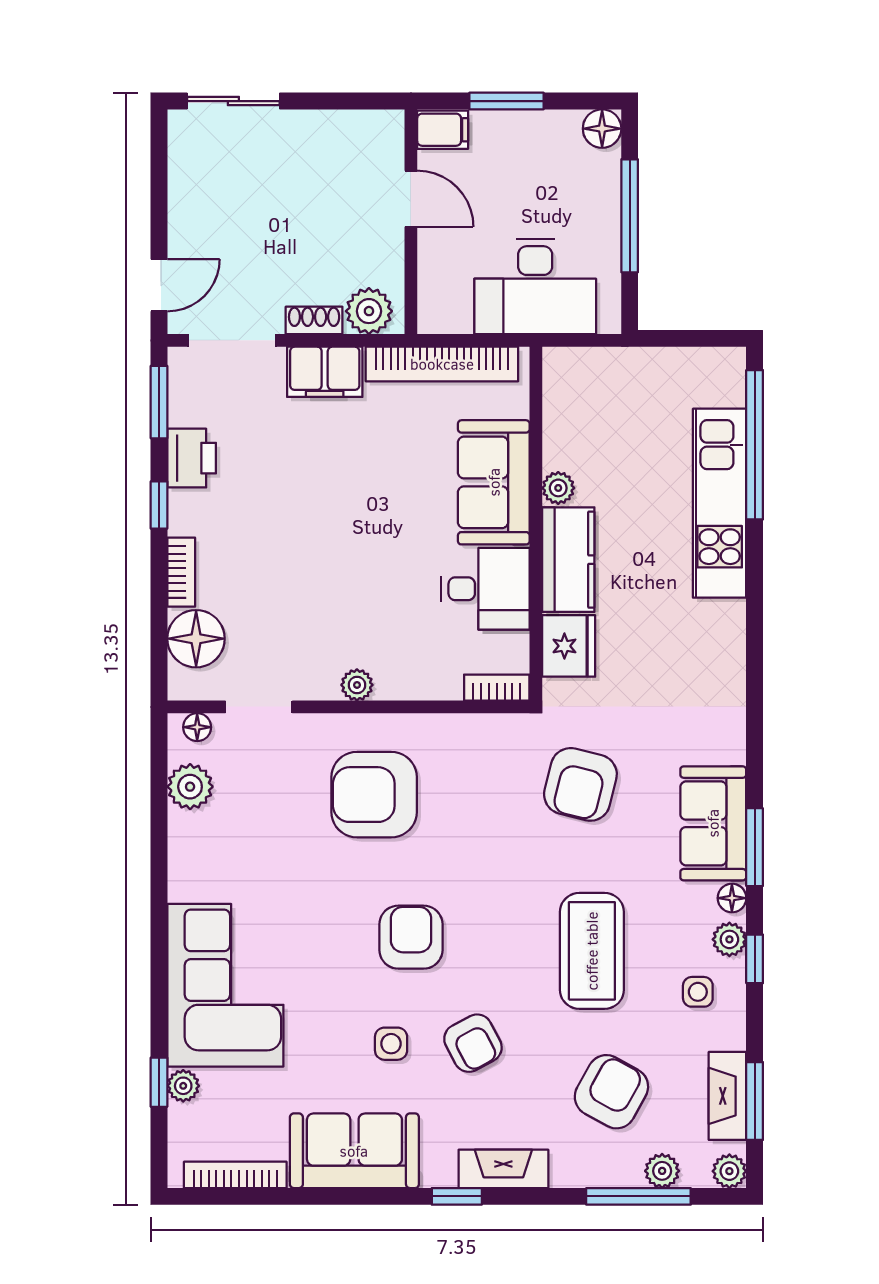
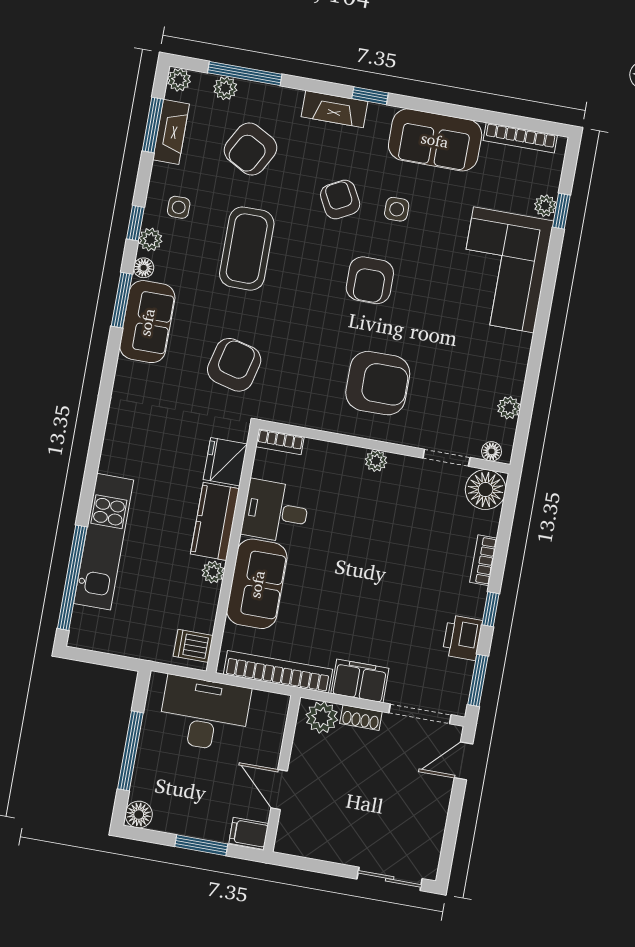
dishwasher: (568, 379) -> (193, 646), added
floor lamp: (196, 639) -> (486, 490), moved
plant: (190, 787) -> (509, 408), width x0.73, depth x0.73

